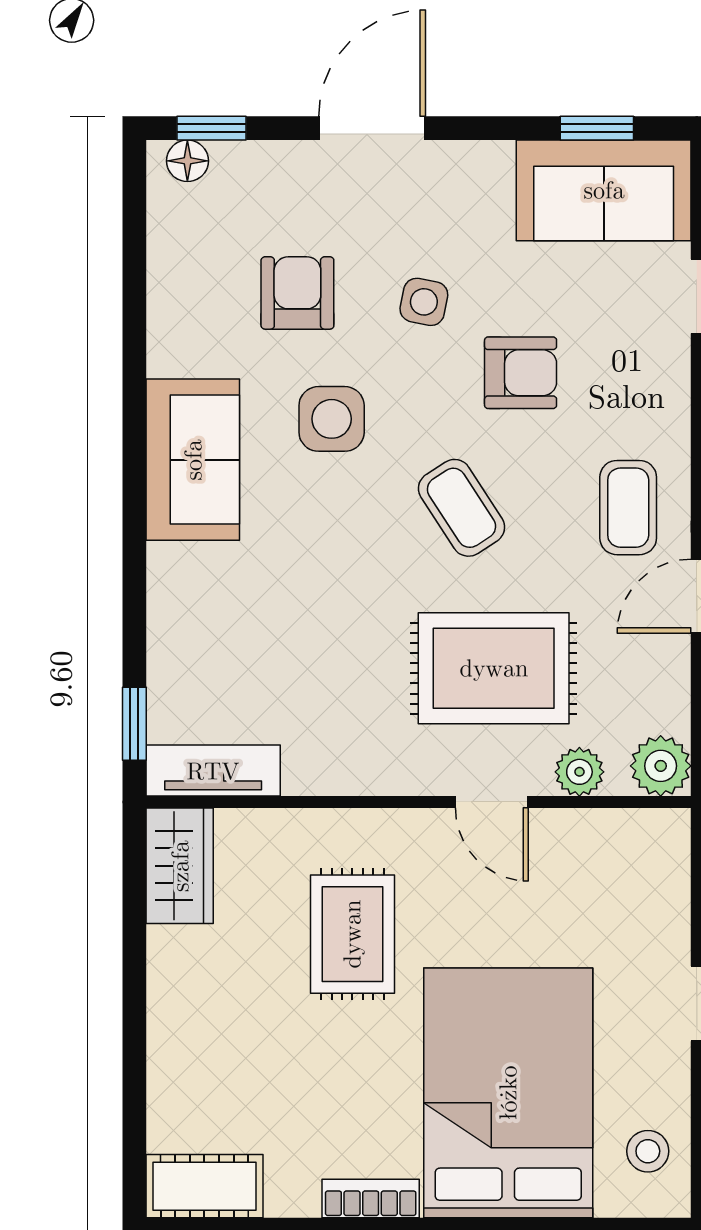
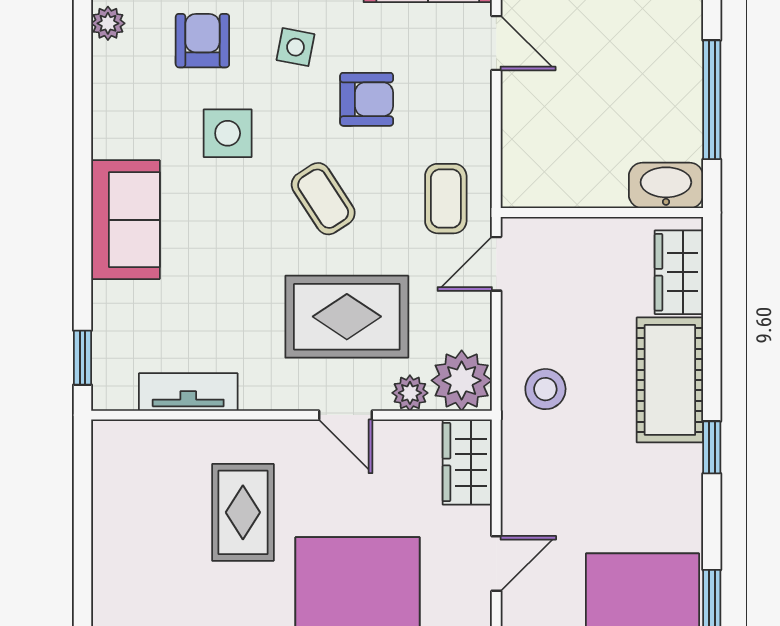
plant: (169, 269) -> (108, 23), added
sofa: (193, 460) -> (125, 220), moved
plant: (661, 766) -> (462, 380), width x1.36, depth x1.36
tv unit: (213, 771) -> (188, 392), moved
wardrobe: (180, 866) -> (467, 462), moved, turned 180

